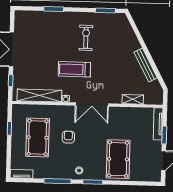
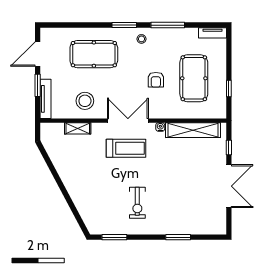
bench: (146, 65) -> (63, 171), removed
treadmill: (74, 69) -> (126, 148), moved
stool: (126, 121) -> (85, 101), added
pool table: (118, 159) -> (94, 54), turned 90

